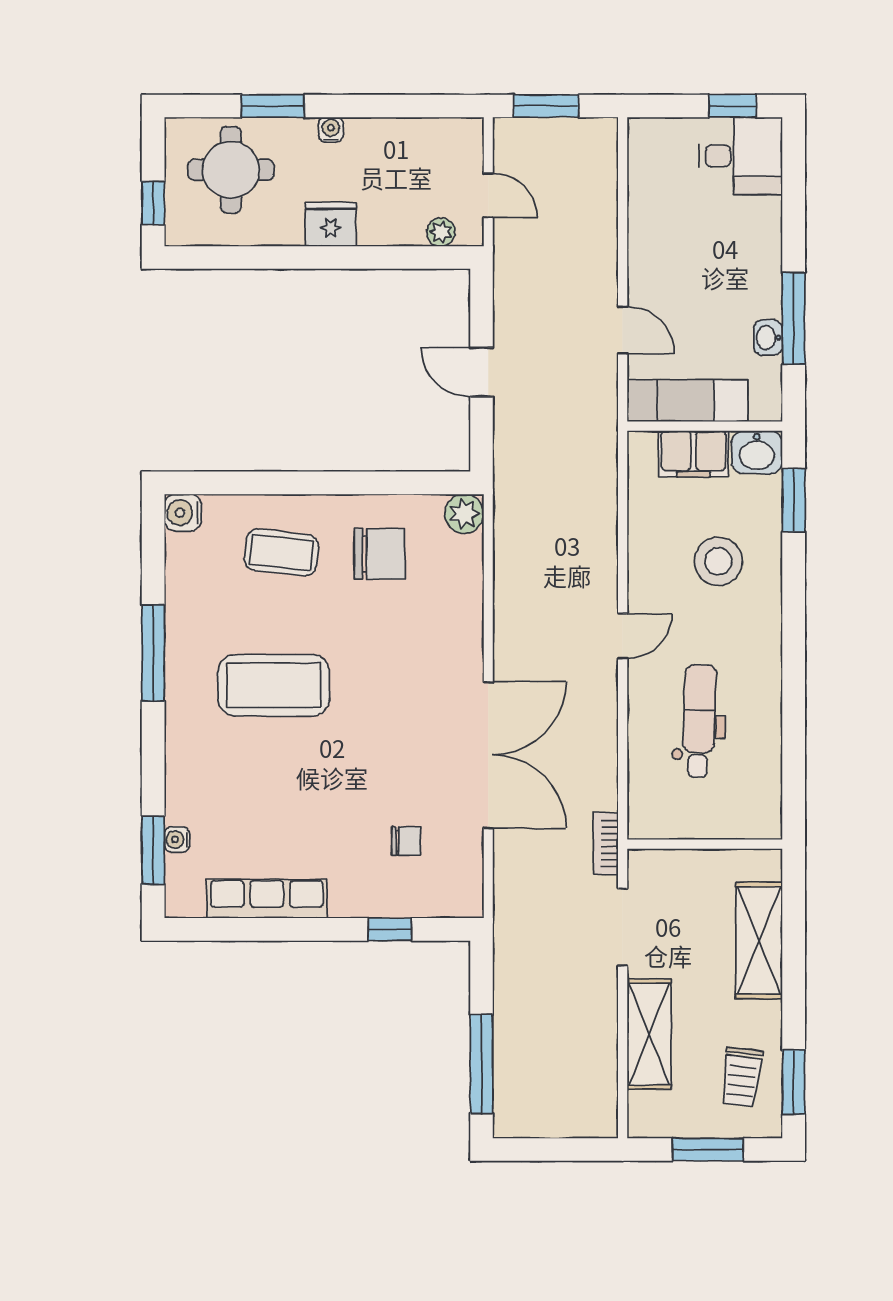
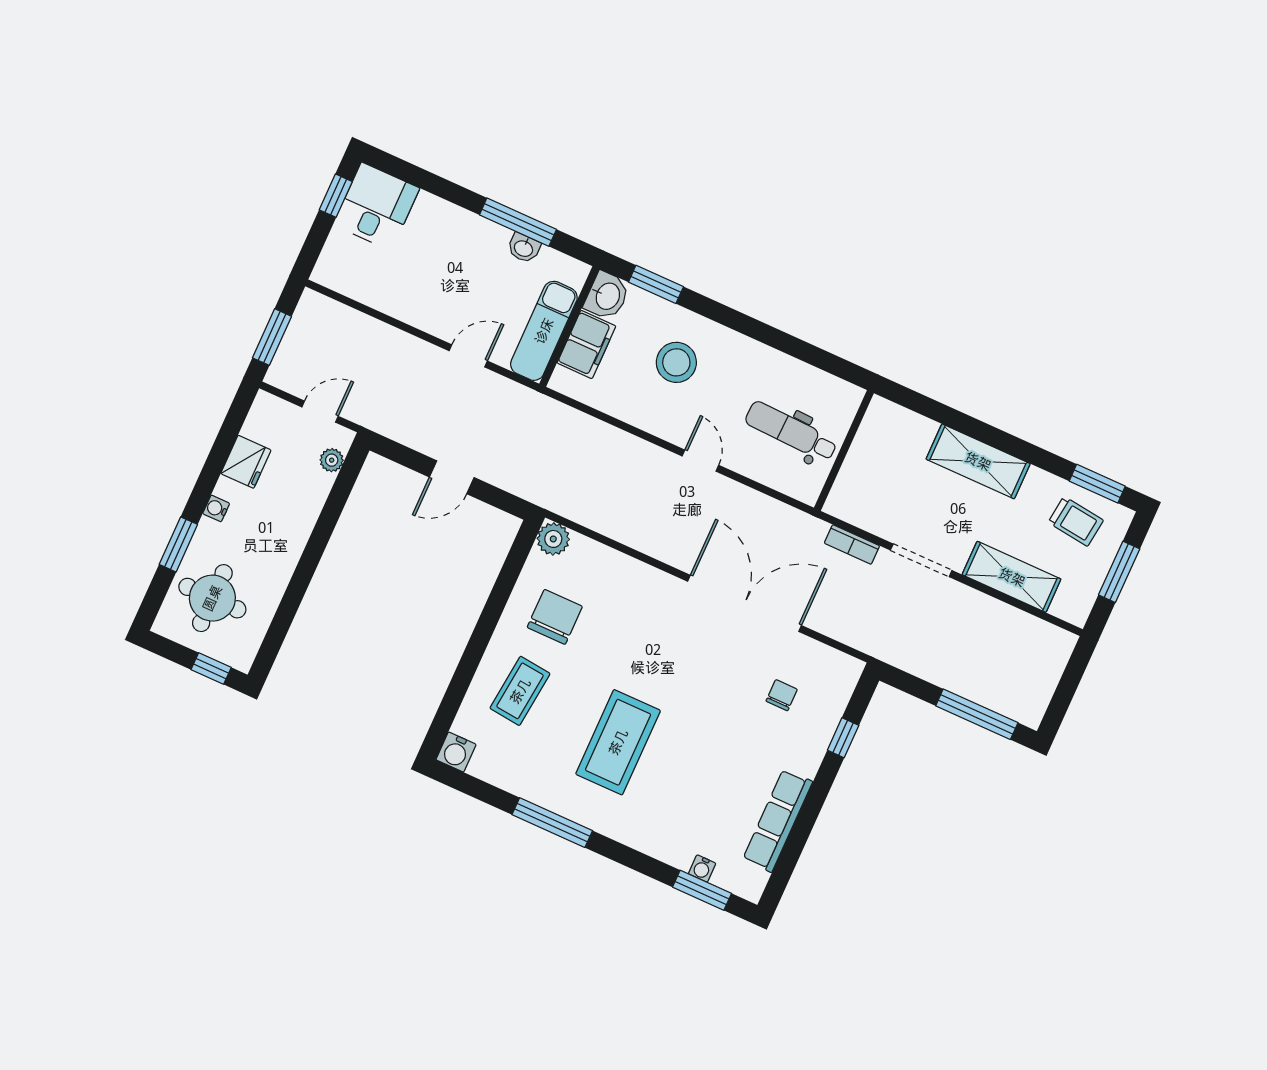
fridge: (331, 224) -> (246, 462), moved, turned 180
wall: (705, 844) -> (844, 450), moved

